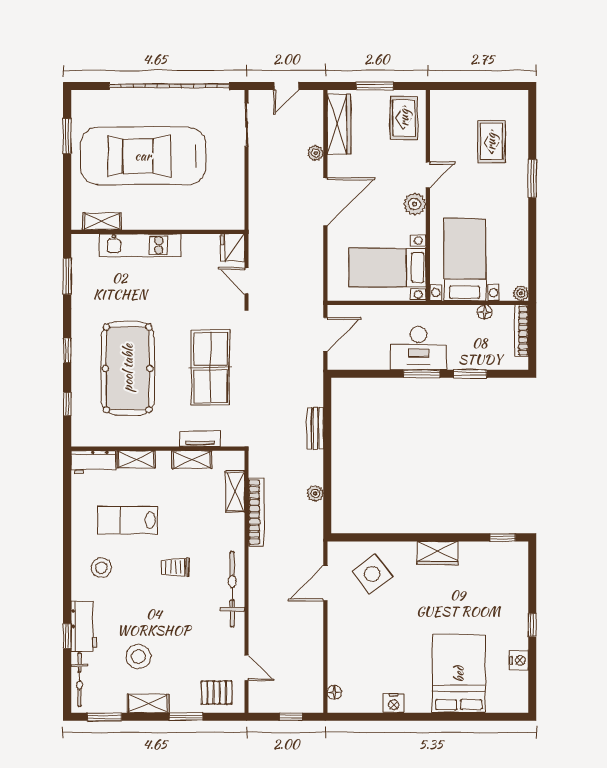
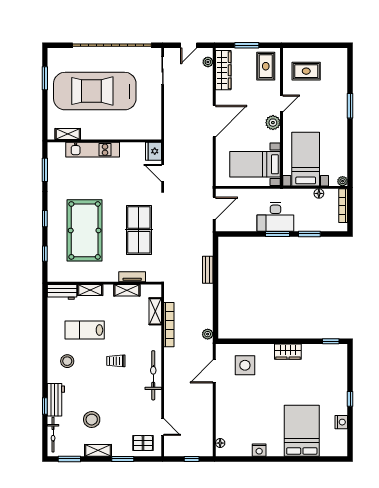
rug: (491, 142) -> (306, 71), moved, turned 90
plant: (316, 153) -> (208, 62), moved
plant: (315, 494) -> (208, 334), moved
side table: (372, 574) -> (245, 365), turned 37

